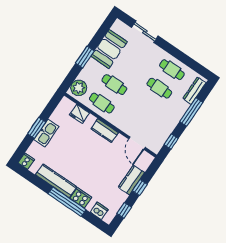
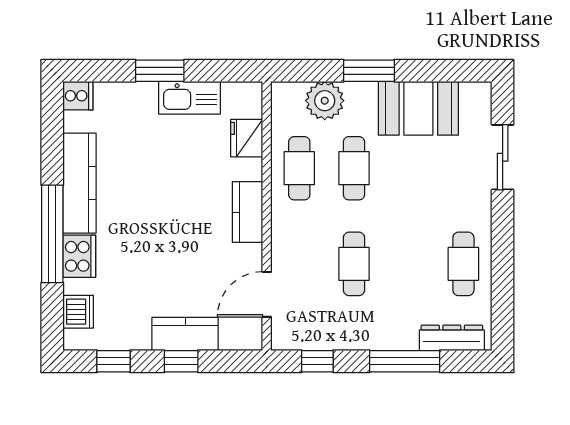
plant: (79, 88) -> (325, 101), moved
cafe table: (159, 88) -> (354, 264), moved
kitchen sink: (46, 133) -> (189, 98), moved

